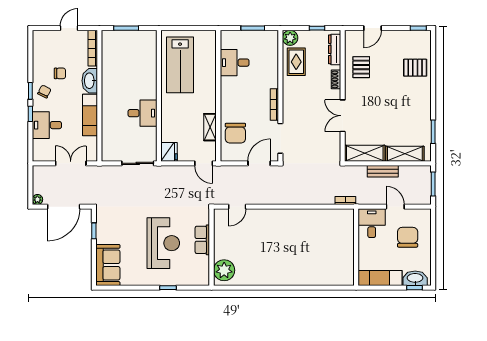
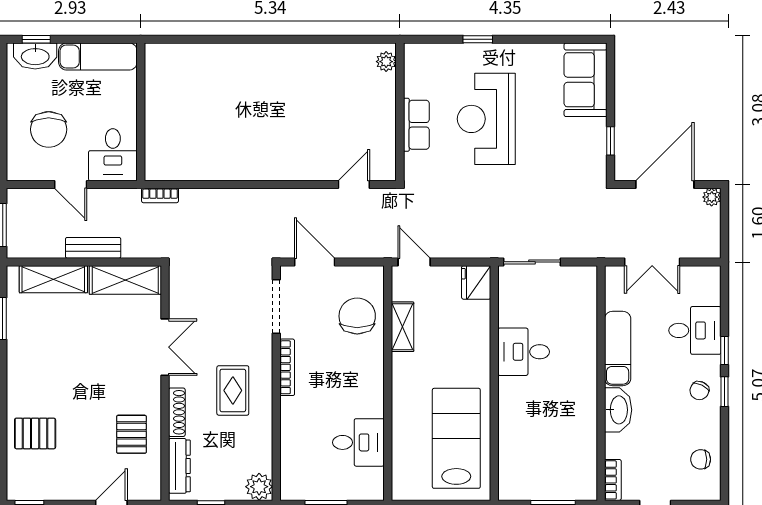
bookcase: (93, 48) -> (613, 480), width x0.64
rug: (296, 62) -> (233, 390), moved
chair: (60, 73) -> (701, 459), moved
shoe rack: (336, 79) -> (177, 412), width x1.43
door: (259, 163) -> (315, 262), swing flipped
plant: (224, 270) -> (386, 62), width x0.53, depth x0.53

